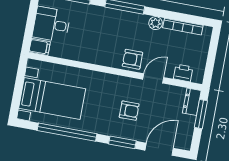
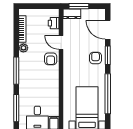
armchair: (129, 111) -> (96, 58), moved

